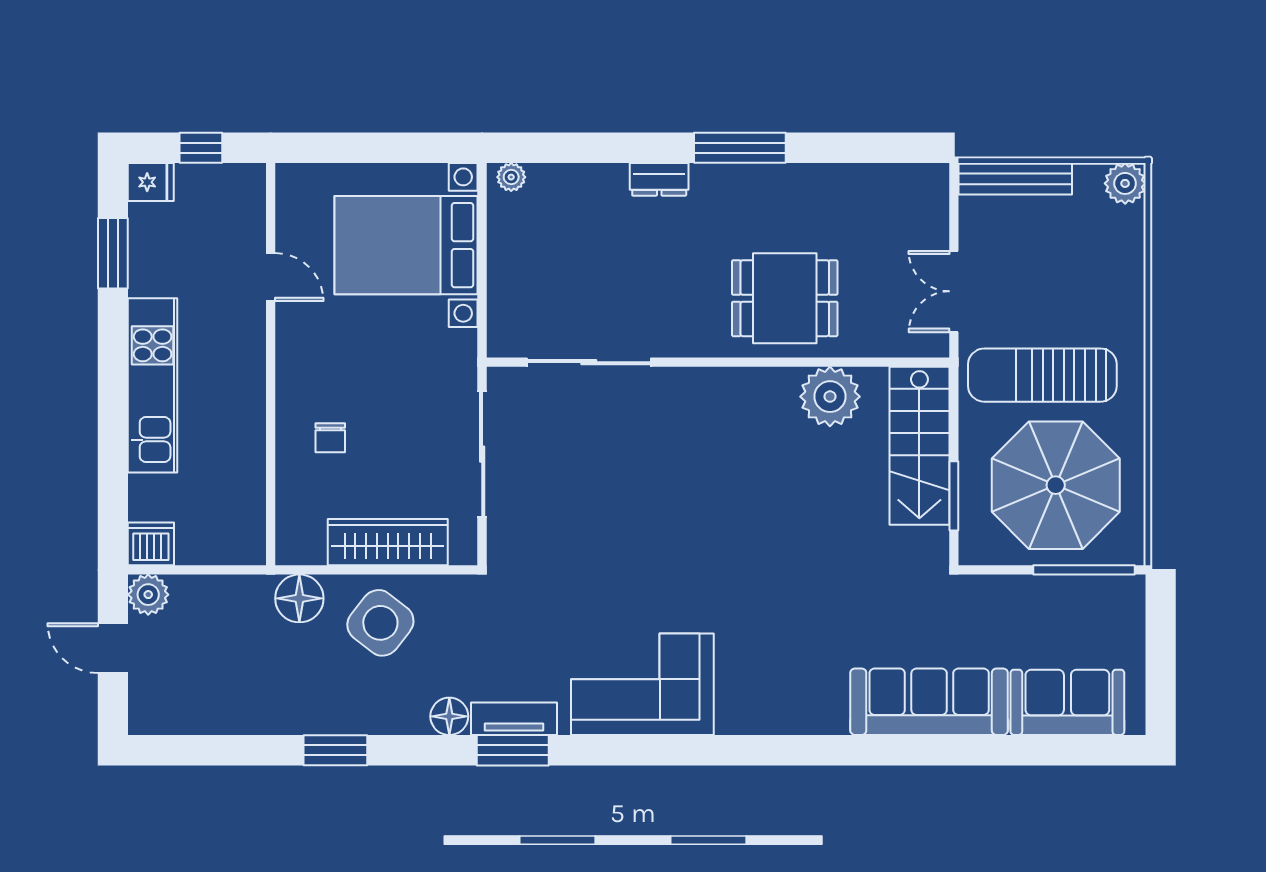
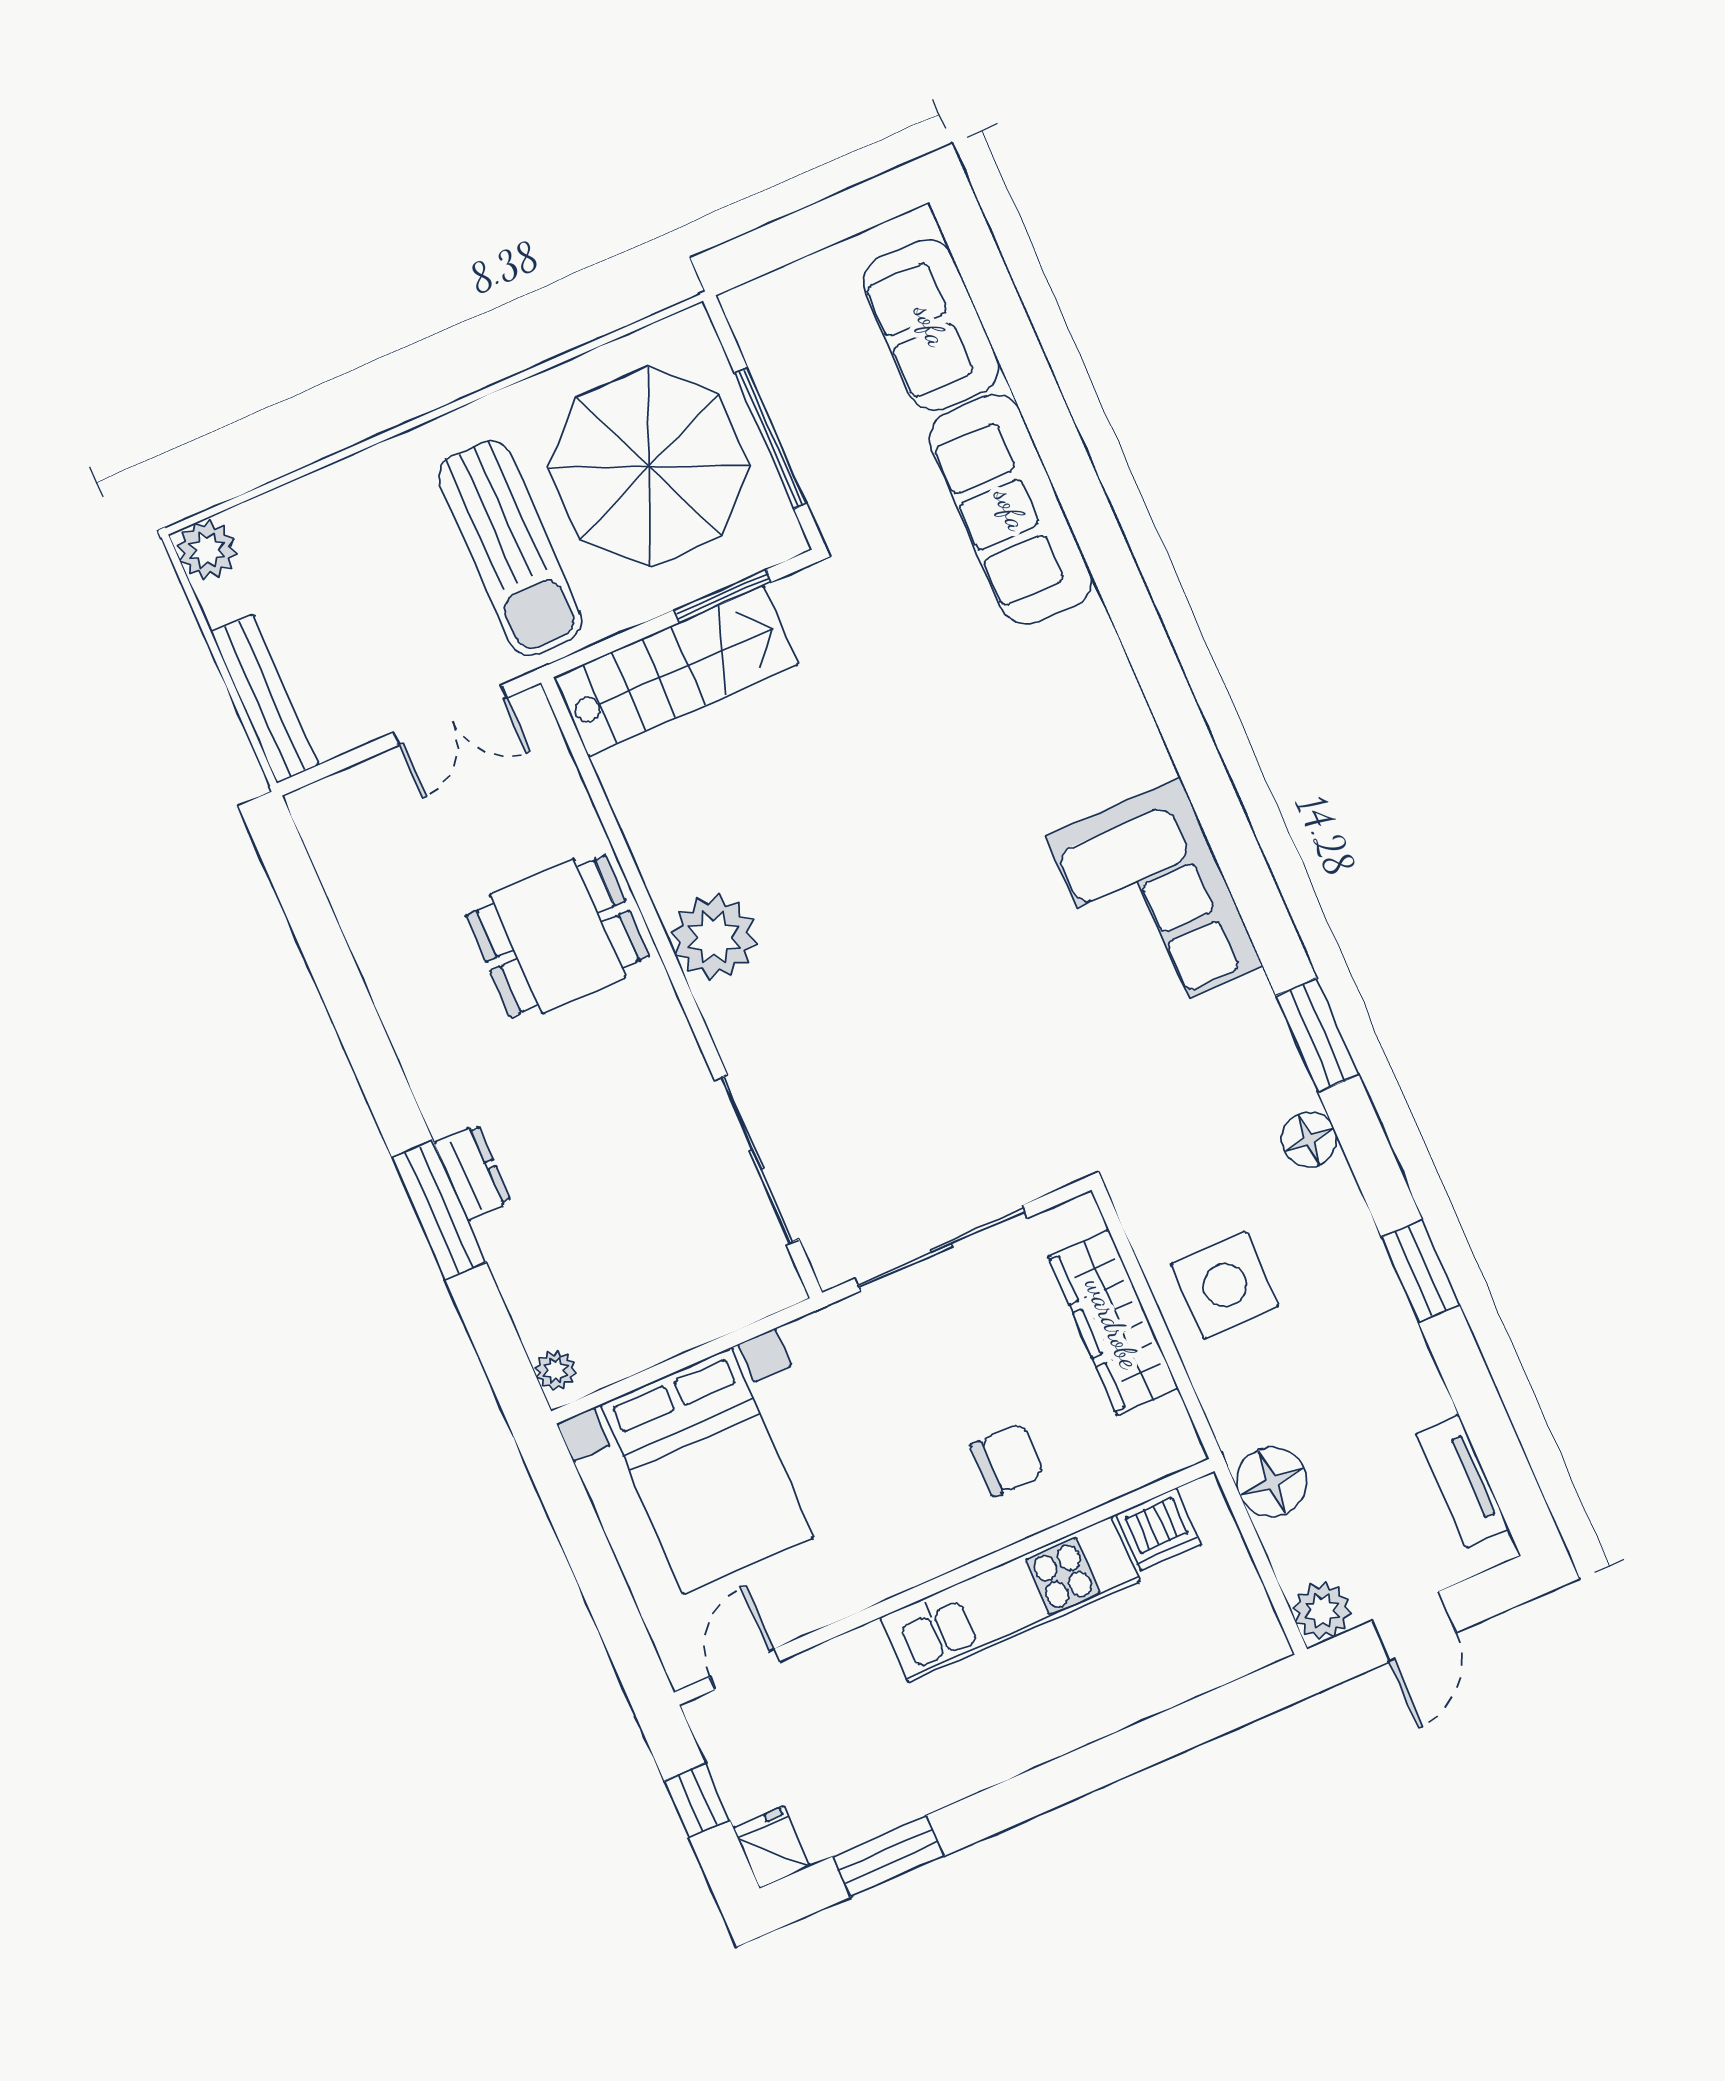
window: (740, 148) -> (439, 1210), moved
door: (271, 277) -> (744, 1669), moved
dining table: (785, 298) -> (558, 936), turned 90
kitchen unit: (153, 385) -> (1009, 1599), moved, turned 180
plant: (830, 397) -> (714, 937), moved
chair: (330, 438) -> (1008, 1460), width x1.37, depth x1.37
dishwasher: (151, 544) -> (1158, 1529), moved, turned -90
window: (1084, 570) -> (771, 438), moved
floor lamp: (299, 598) -> (1272, 1482), moved
side table: (380, 623) -> (1225, 1285), turned -38
tv unit: (514, 719) -> (1462, 1481), moved

